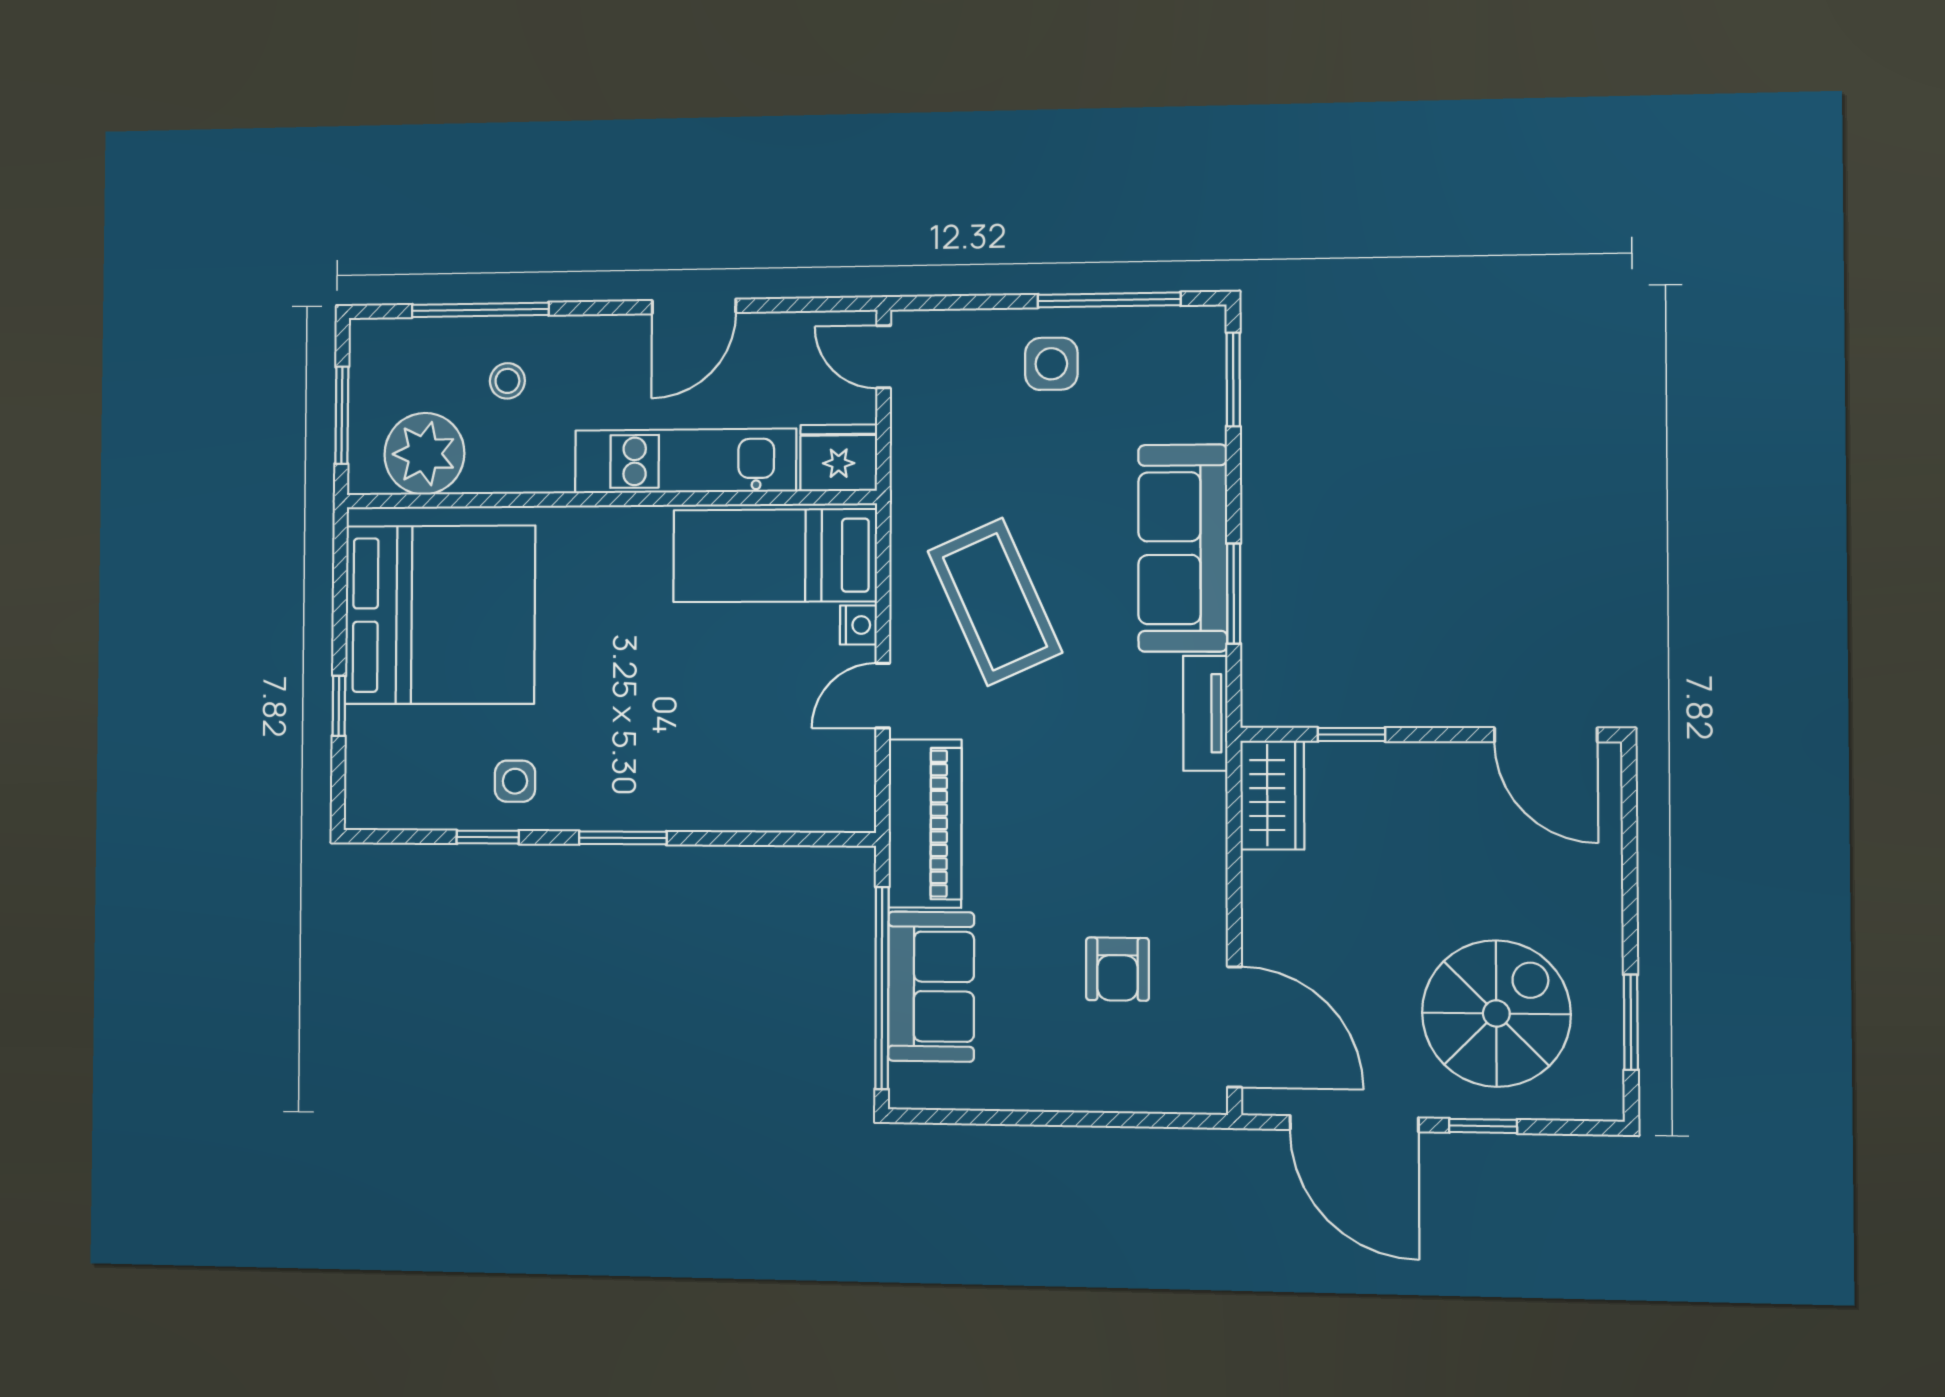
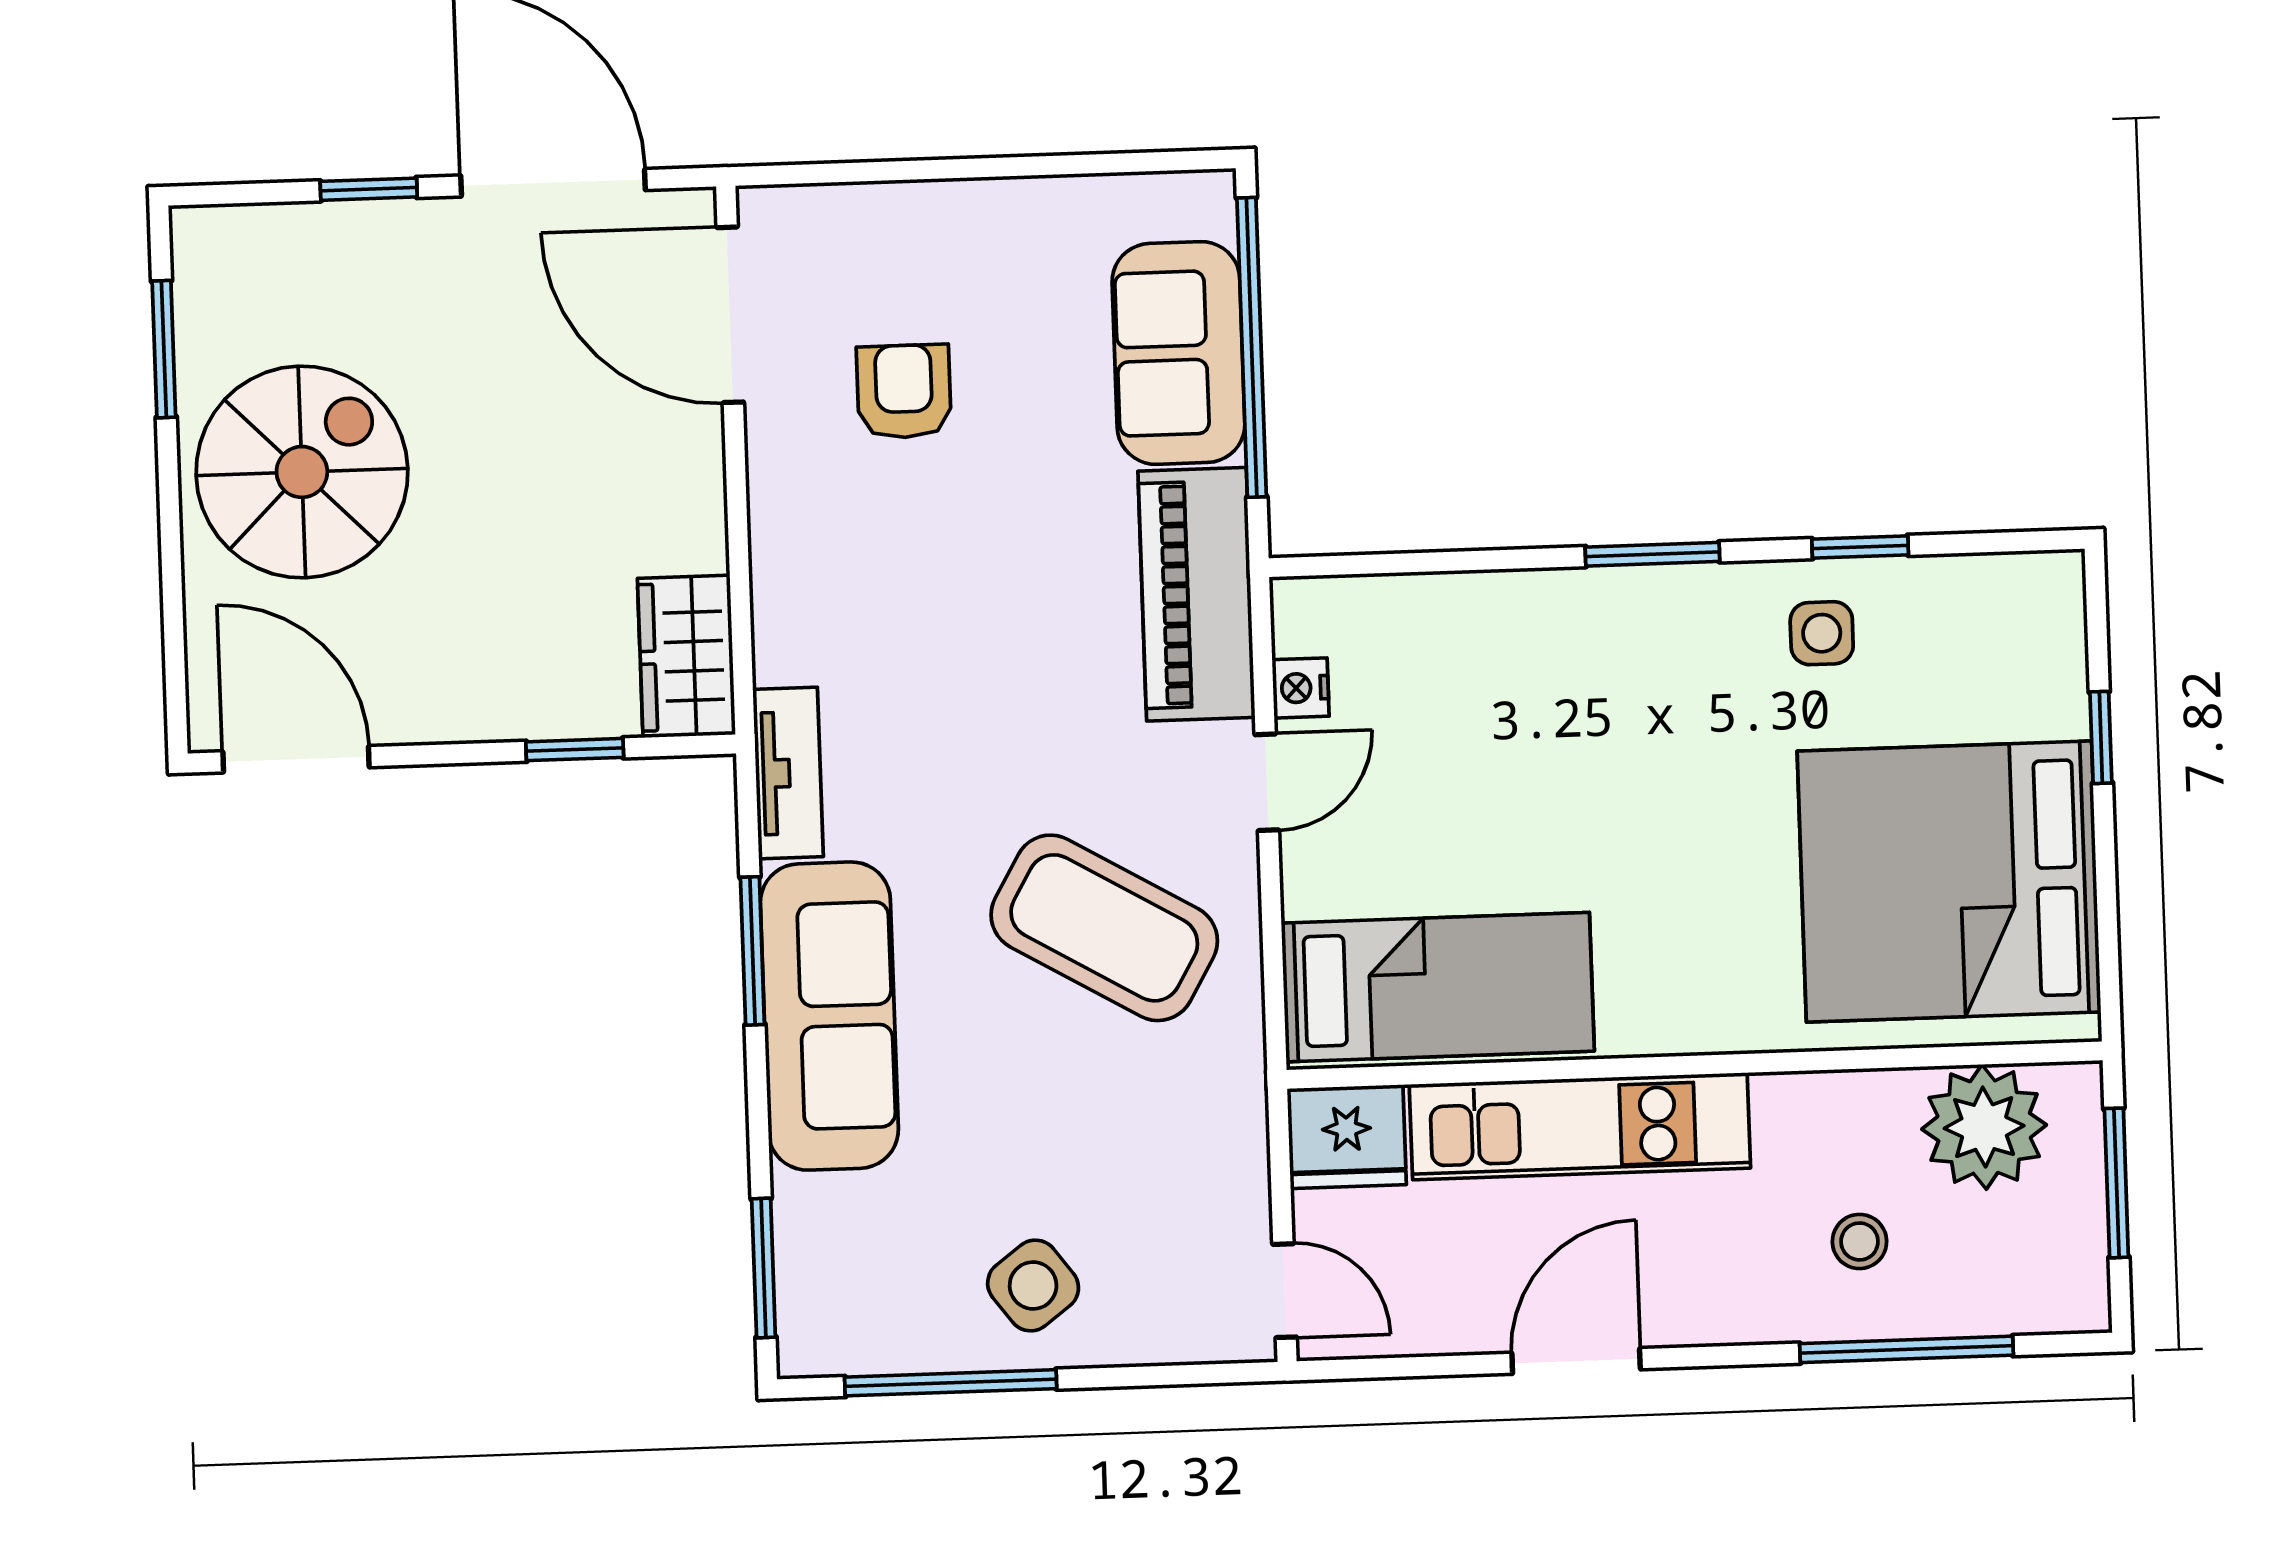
side table: (1051, 364) -> (1033, 1286), turned -37
coffee table: (995, 602) -> (1104, 928), turned -36
nightstand: (858, 625) -> (1301, 688), moved
spiral stairs: (1496, 1013) -> (302, 472), moved, turned 180

